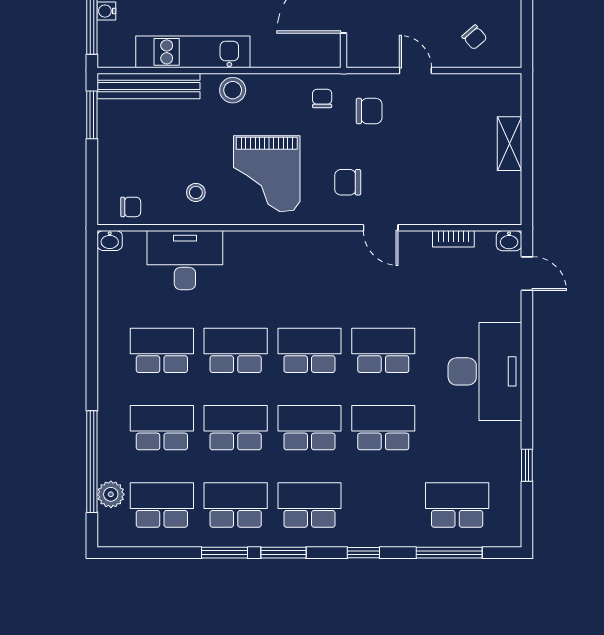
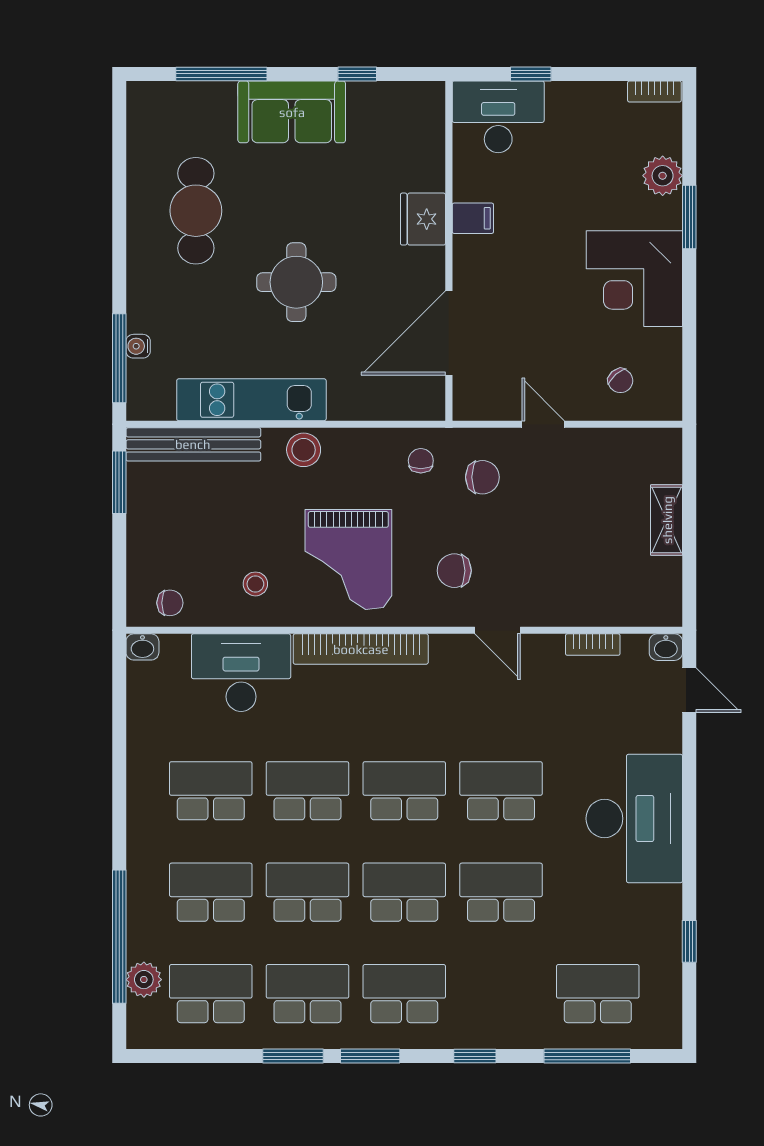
bookcase: (276, 242) -> (361, 649), added

